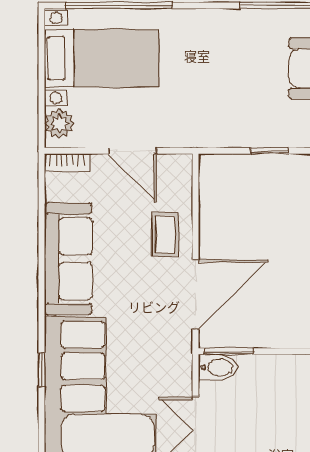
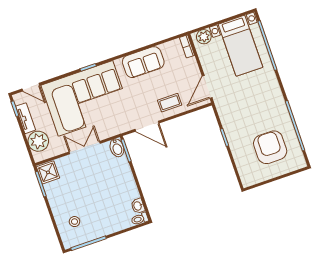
door: (133, 151) -> (207, 87), moved
sofa: (68, 259) -> (143, 62), width x0.73
door: (196, 294) -> (147, 126), width x0.73

